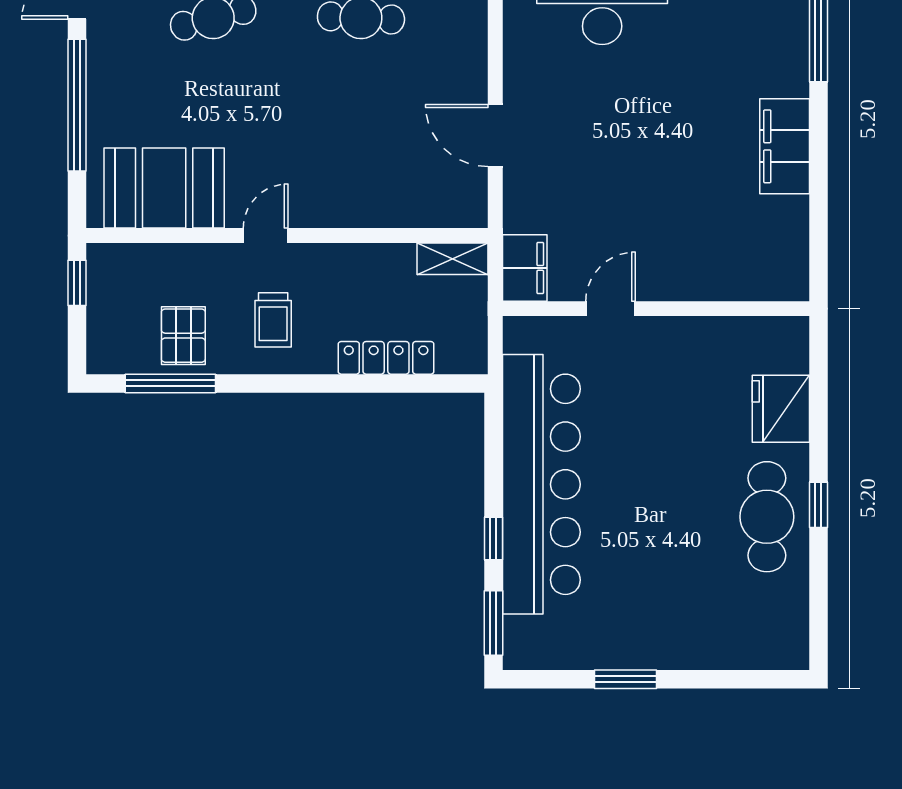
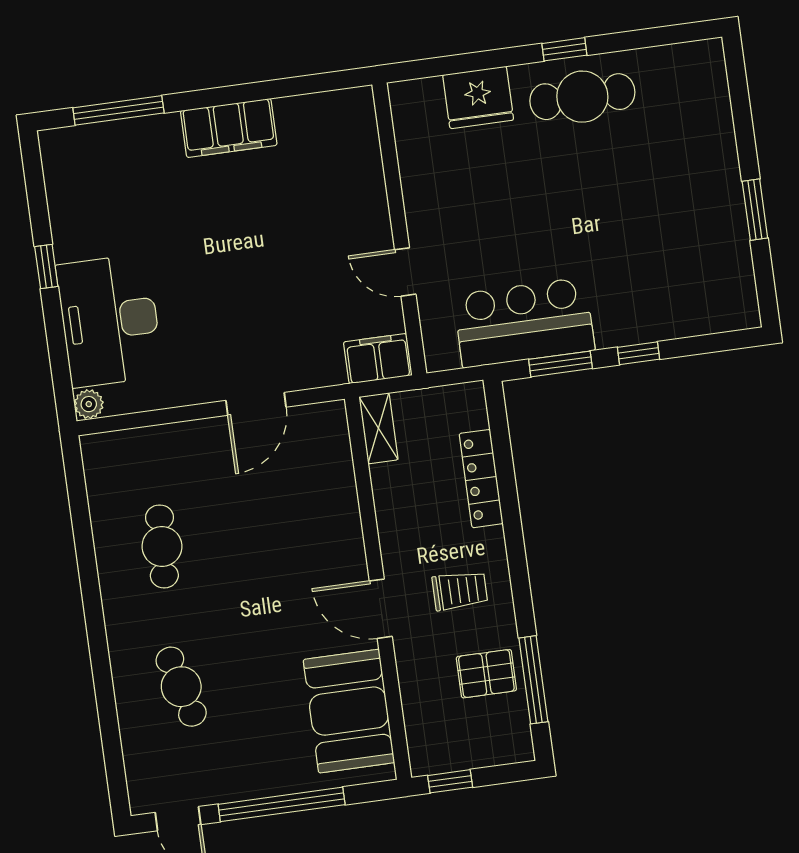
door: (266, 236) -> (381, 609), width x1.38
bar counter: (541, 484) -> (524, 323), width x0.54
window: (493, 623) -> (561, 364), moved

